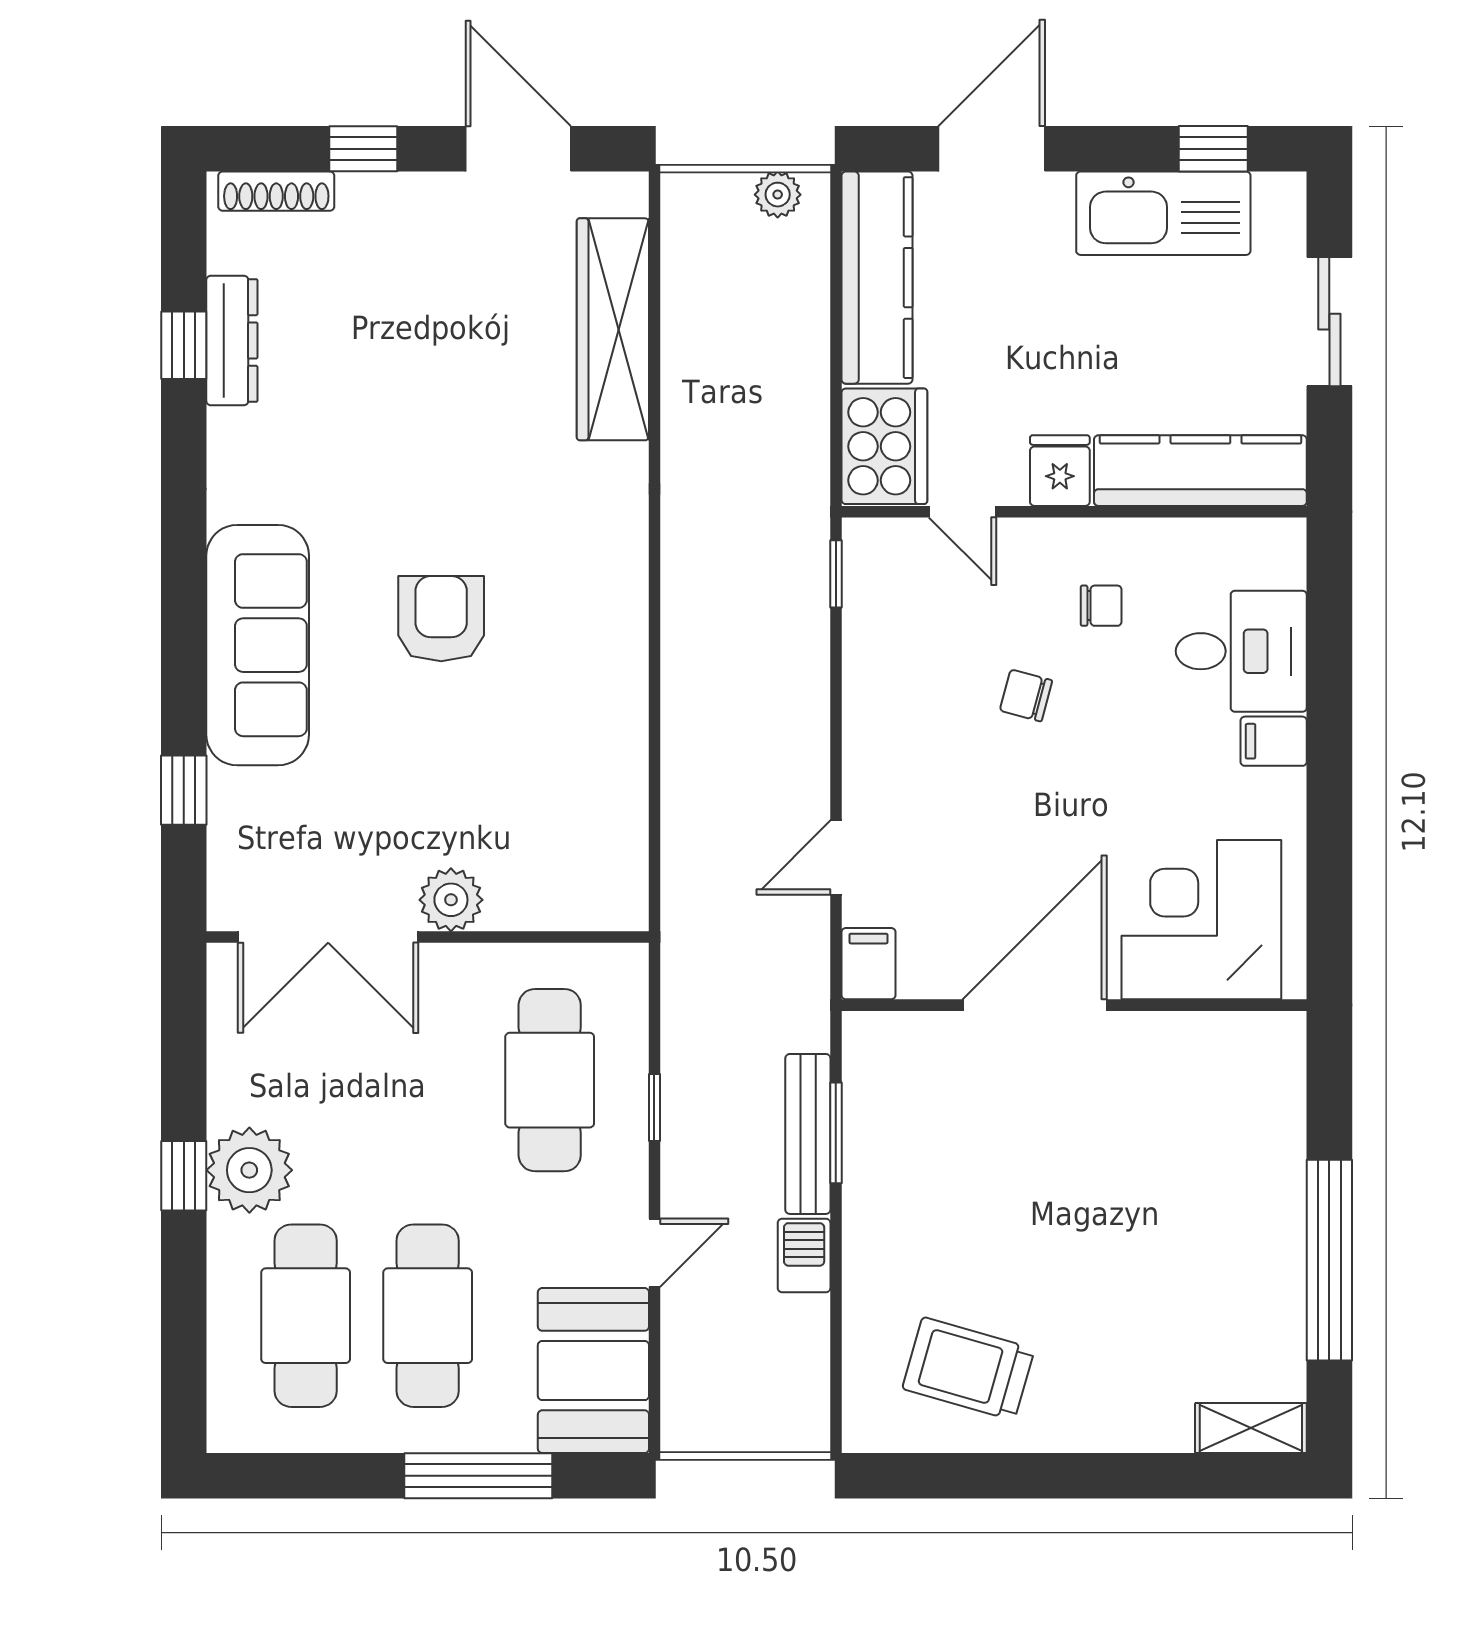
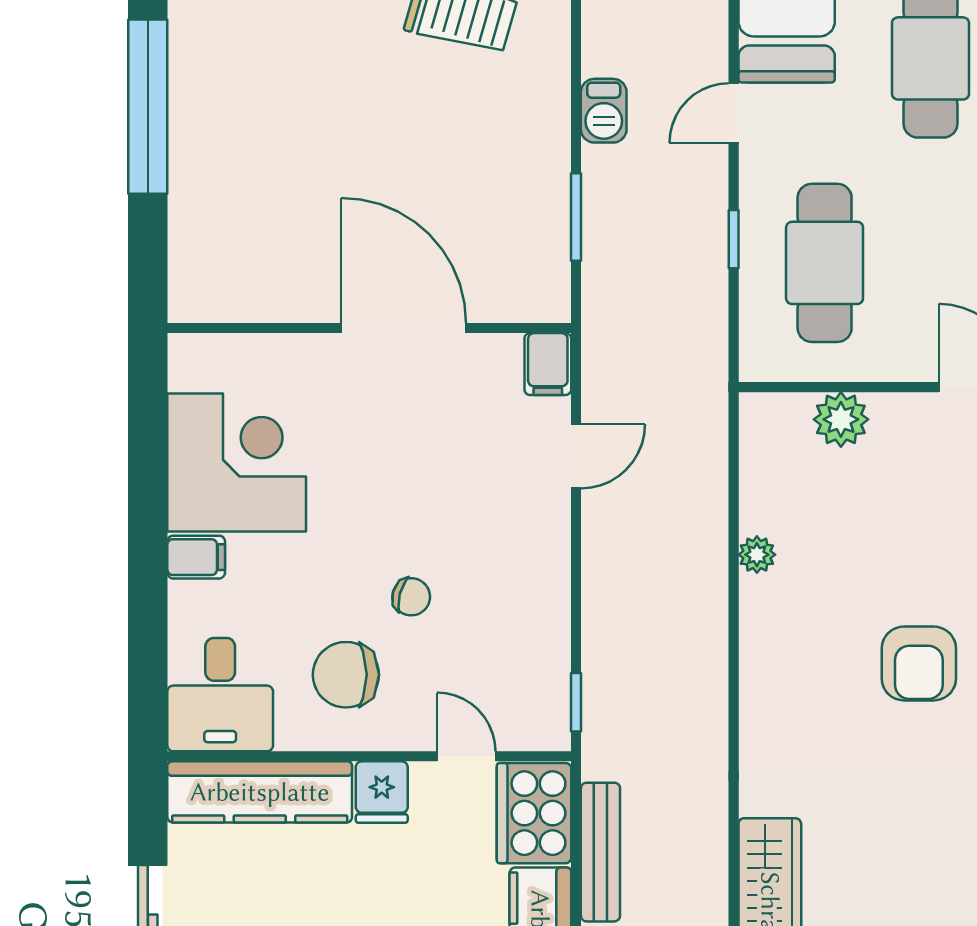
chair: (1101, 606) -> (346, 675), width x1.87, depth x1.87
desk: (1241, 651) -> (220, 695), moved, turned -90
plant: (628, 744) -> (757, 555), added
plant: (451, 900) -> (841, 419), moved
corner desk: (1201, 920) -> (237, 462), moved, turned -90
door: (1035, 1005) -> (404, 328), swing flipped
bench: (808, 1134) -> (600, 852), moved

